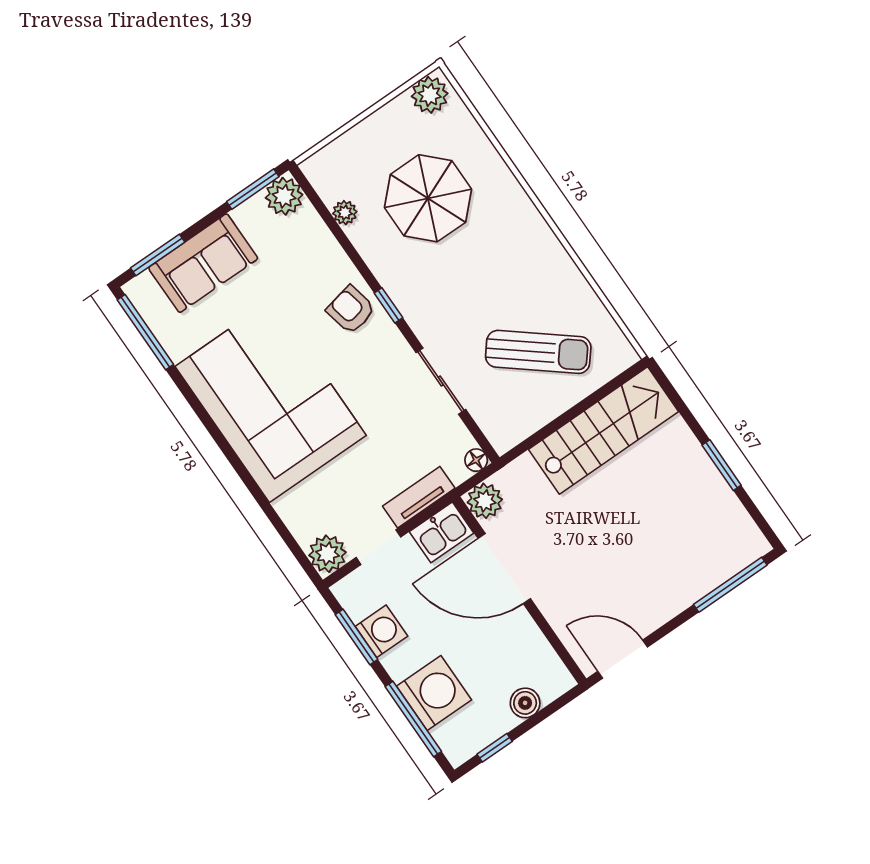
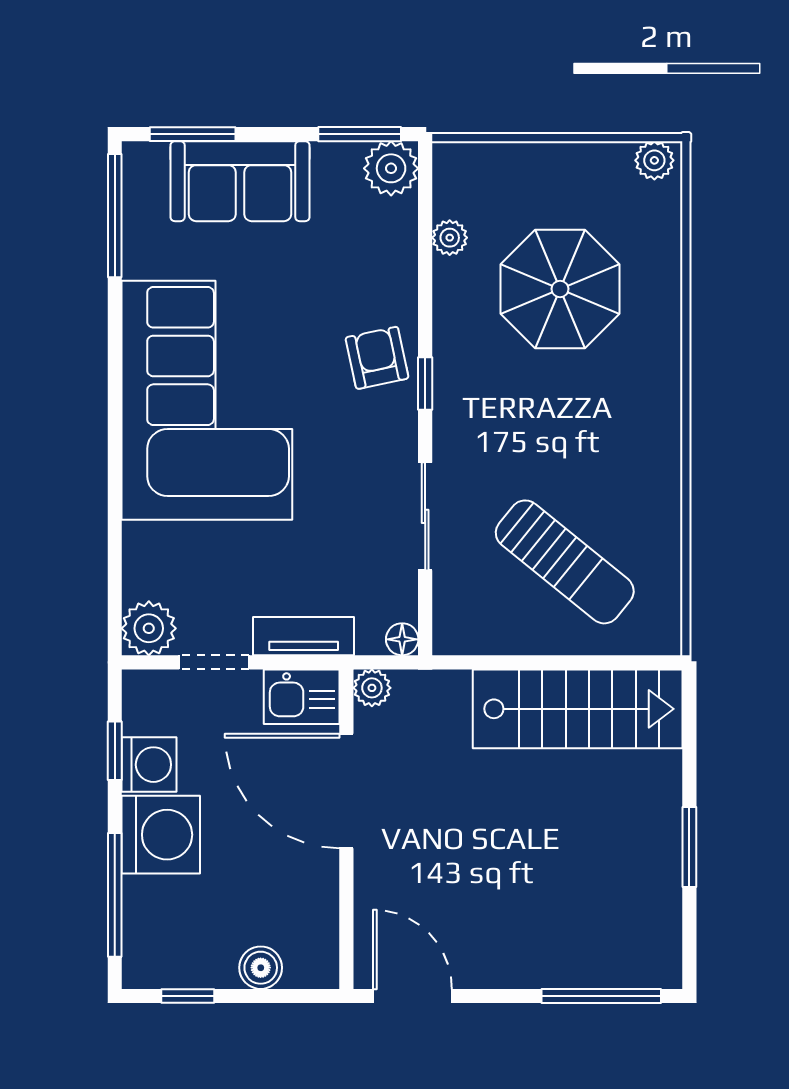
plant: (430, 95) -> (654, 160), width x0.73, depth x0.73
plant: (485, 501) -> (372, 688), width x0.73, depth x0.73
window: (356, 637) -> (115, 751), width x0.67
washing machine: (434, 693) -> (161, 835), moved

